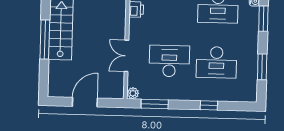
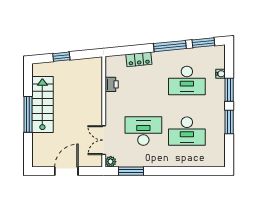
double door: (126, 56) -> (104, 140), moved
window: (262, 67) -> (229, 122), moved
window: (209, 105) -> (181, 171), removed

